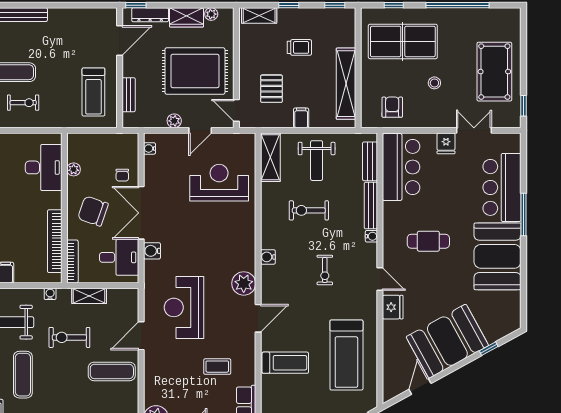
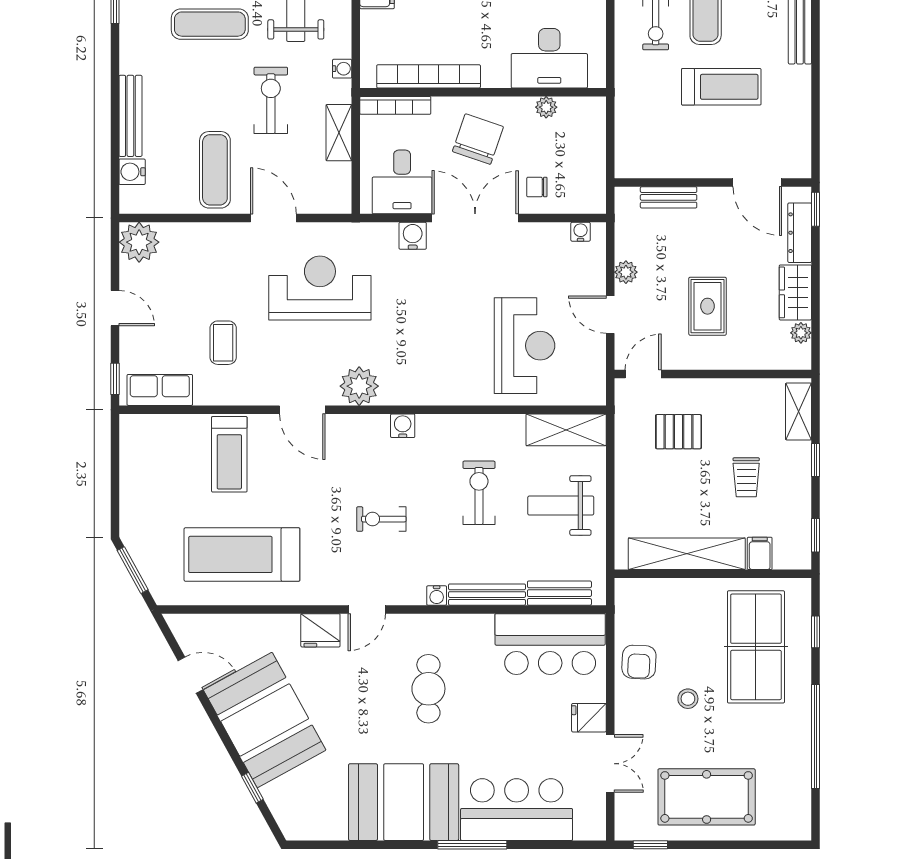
rug: (195, 71) -> (708, 306), width x0.54, depth x0.49
treadmill: (93, 92) -> (721, 87), moved, turned 180
armchair: (392, 107) -> (639, 662), moved, turned 93
filing cabinet: (301, 118) -> (760, 553), moved, turned -90

